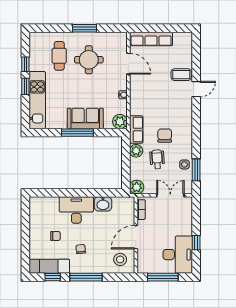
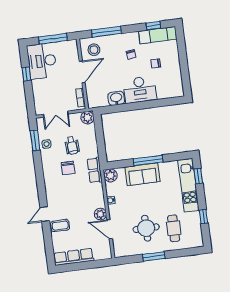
row of seats: (151, 39) -> (74, 257), moved
window: (25, 86) -> (198, 176), moved
plant: (136, 151) -> (100, 214), moved
window: (86, 277) -> (107, 32), moved

